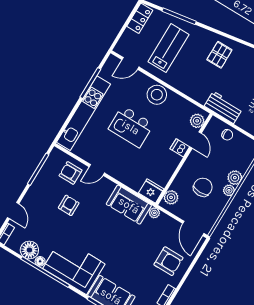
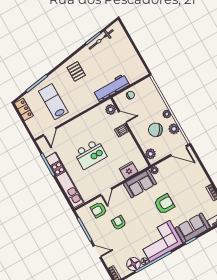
stool: (157, 95) -> (79, 126), removed
workbench: (223, 107) -> (111, 88), width x1.38
plant: (235, 178) -> (174, 129), moved
chair: (203, 187) -> (155, 130), turned -53
fridge: (151, 191) -> (129, 170), moved
door: (13, 211) -> (97, 252), moved
armchair: (168, 261) -> (164, 204), moved

